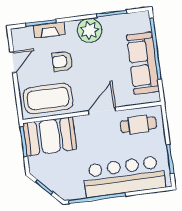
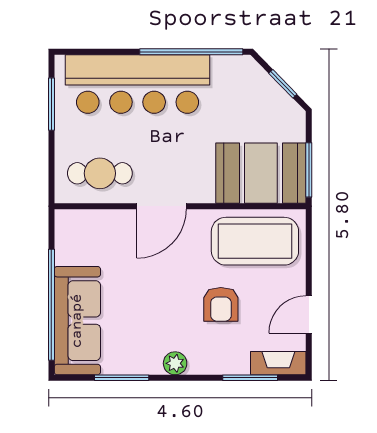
fireplace: (50, 30) -> (278, 363), moved
plant: (90, 30) -> (175, 363), width x0.53, depth x0.53
armchair: (62, 61) -> (221, 304), turned 90
sofa: (143, 63) -> (77, 321), moved

